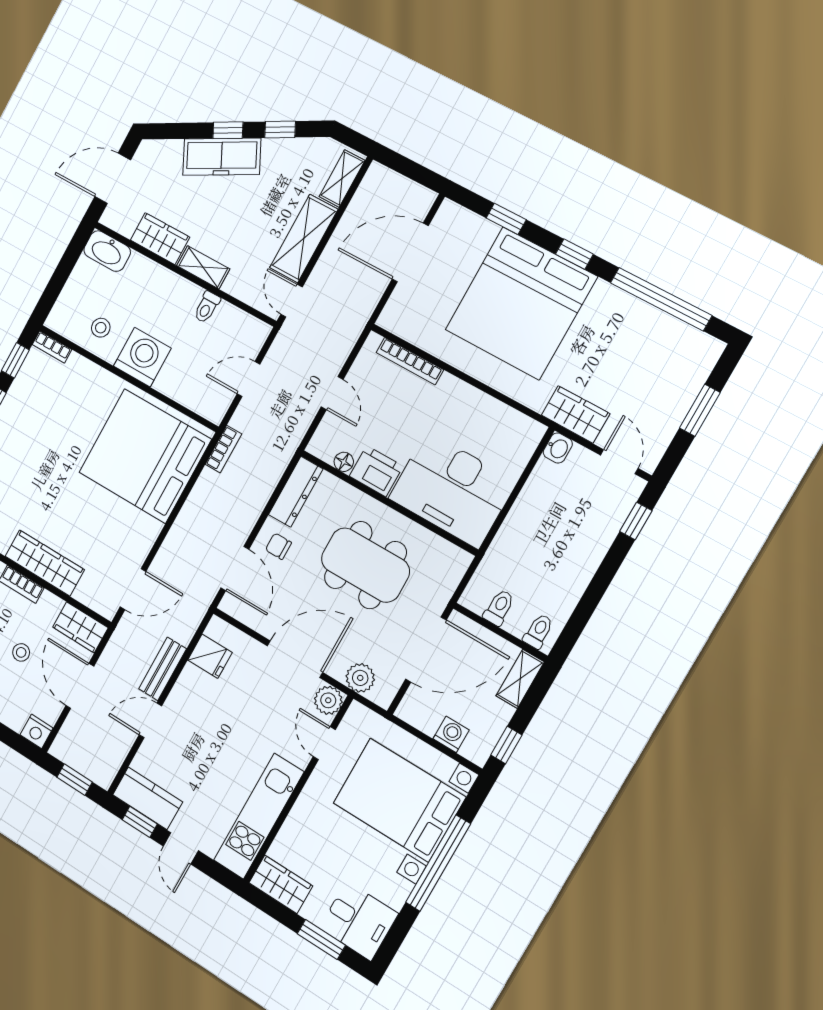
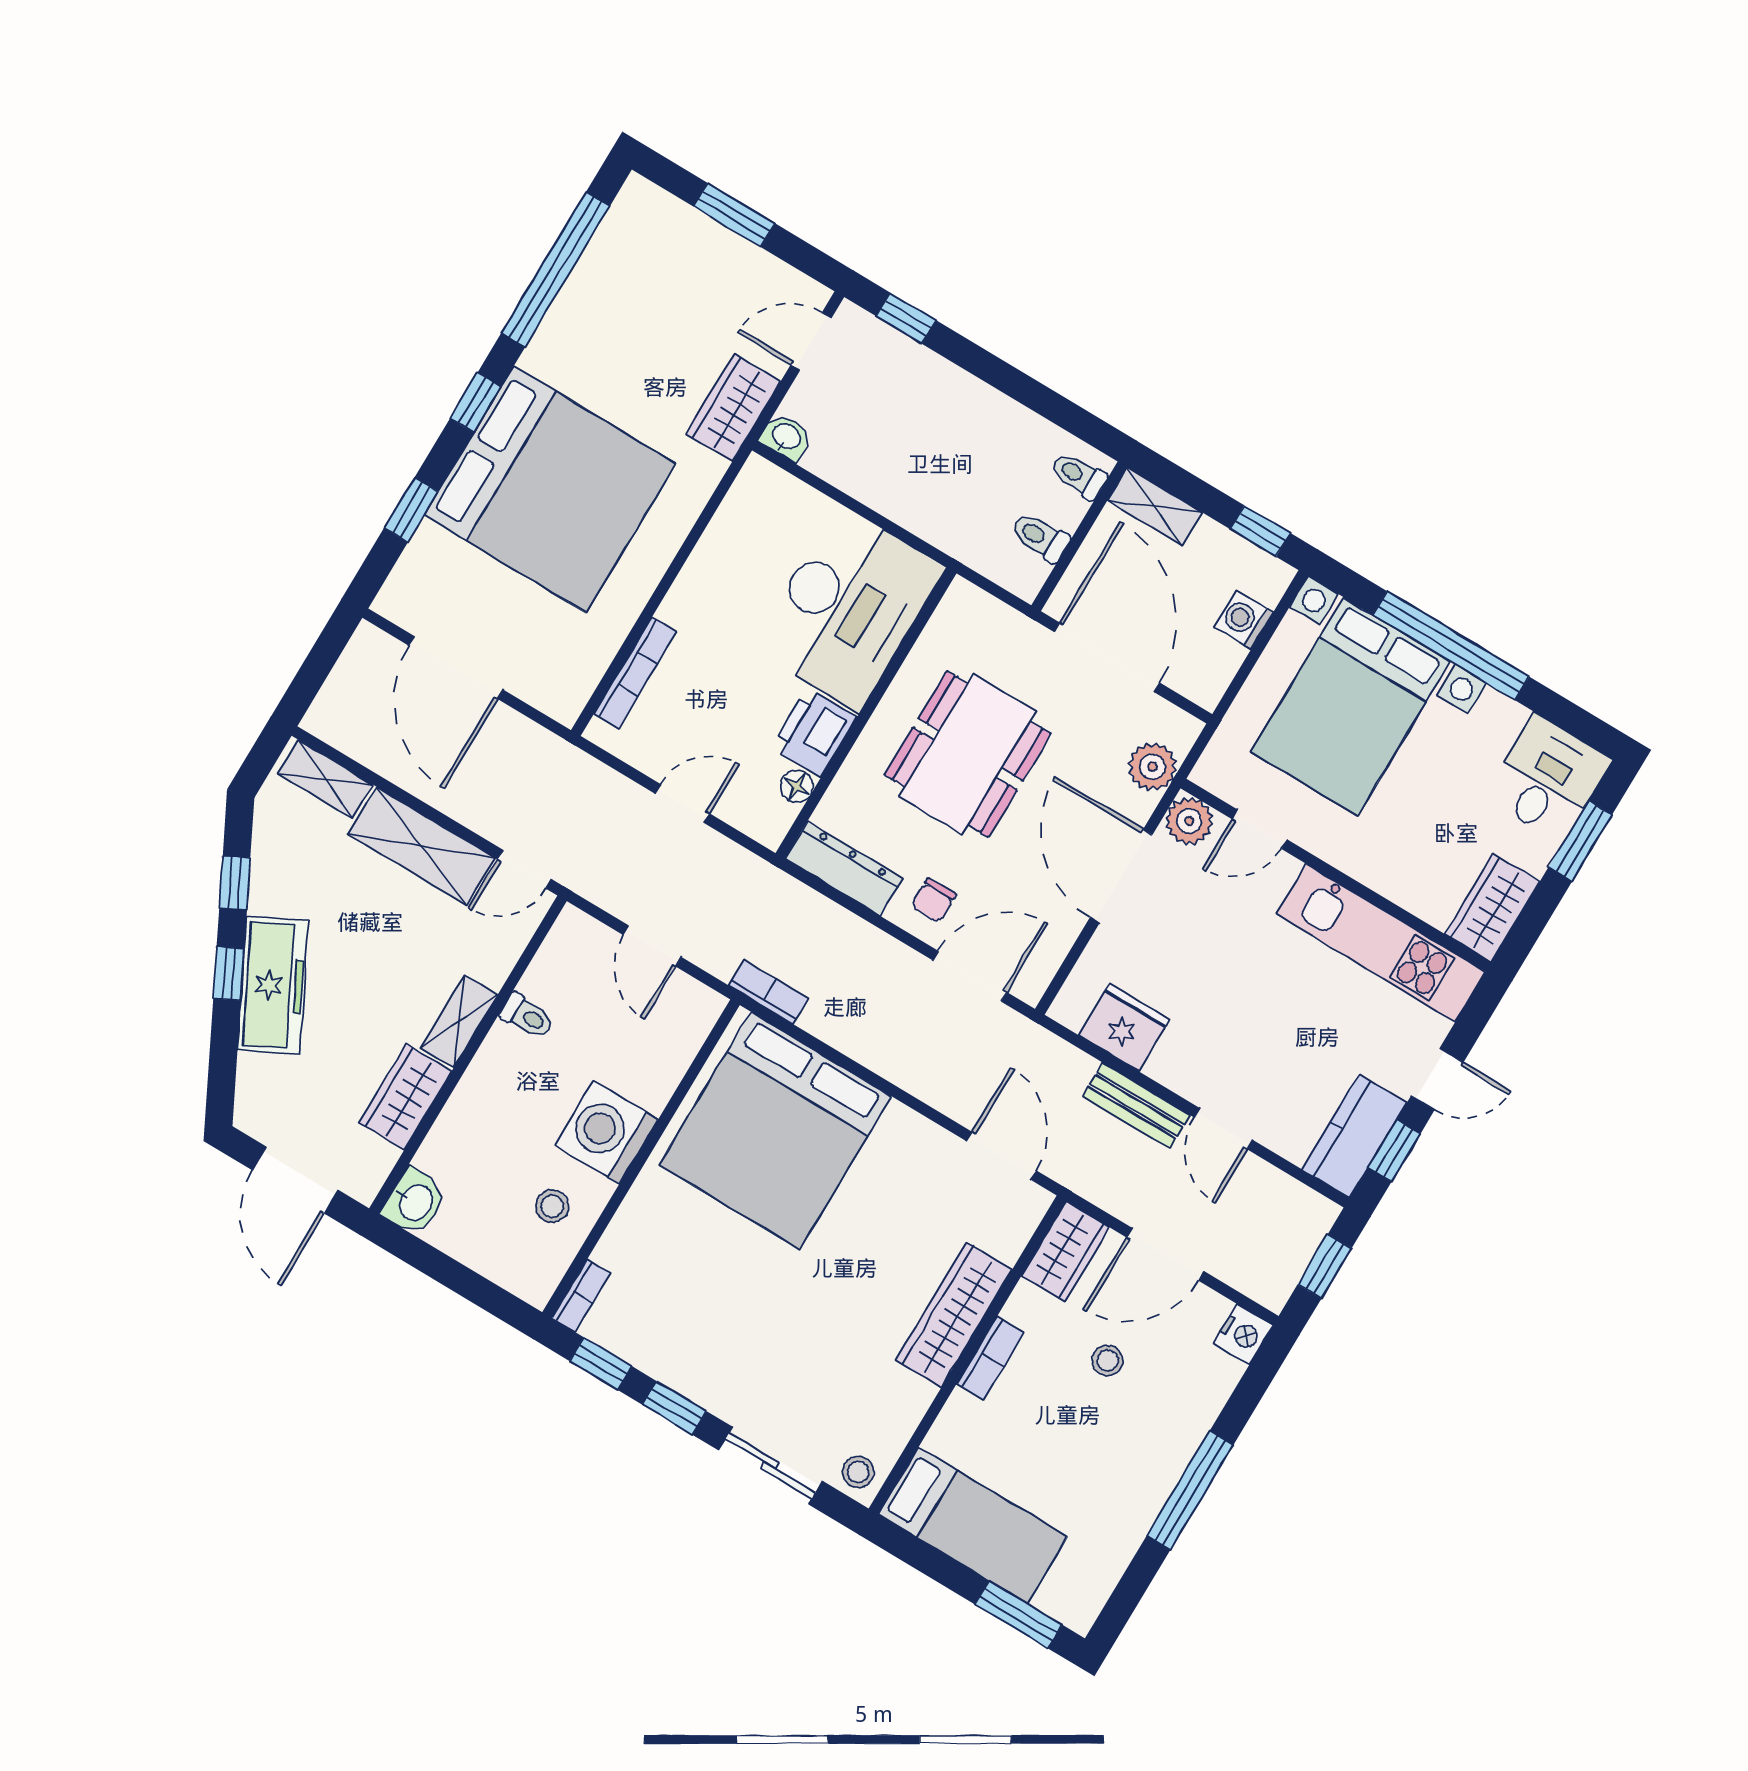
washbasin: (107, 251) -> (415, 1202), width x0.72
fridge: (210, 656) -> (1124, 1027), width x1.38

